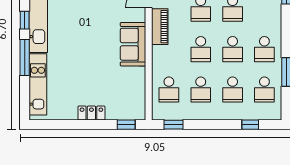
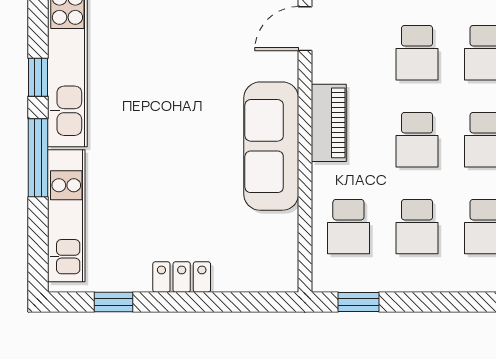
piano: (160, 27) -> (329, 123), moved
sofa: (133, 44) -> (271, 146), width x1.36
window: (126, 125) -> (113, 302), moved

